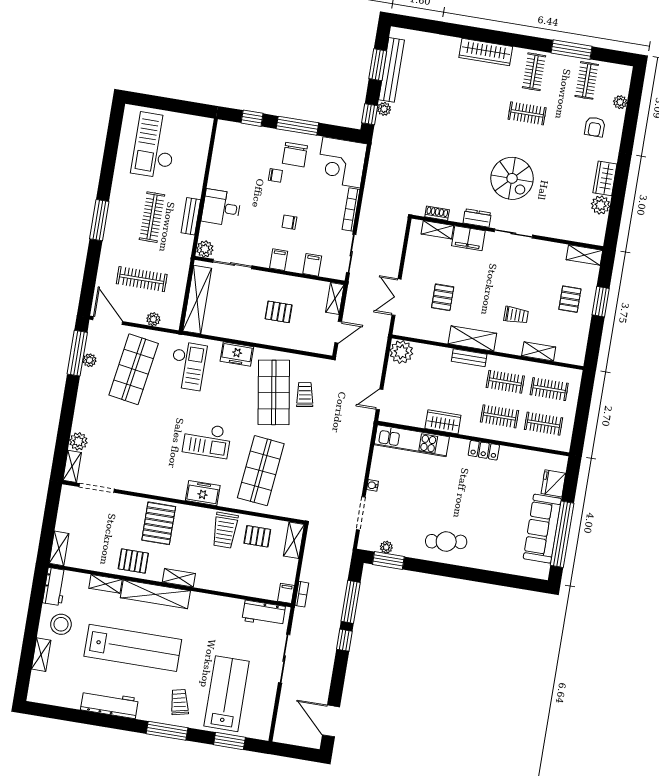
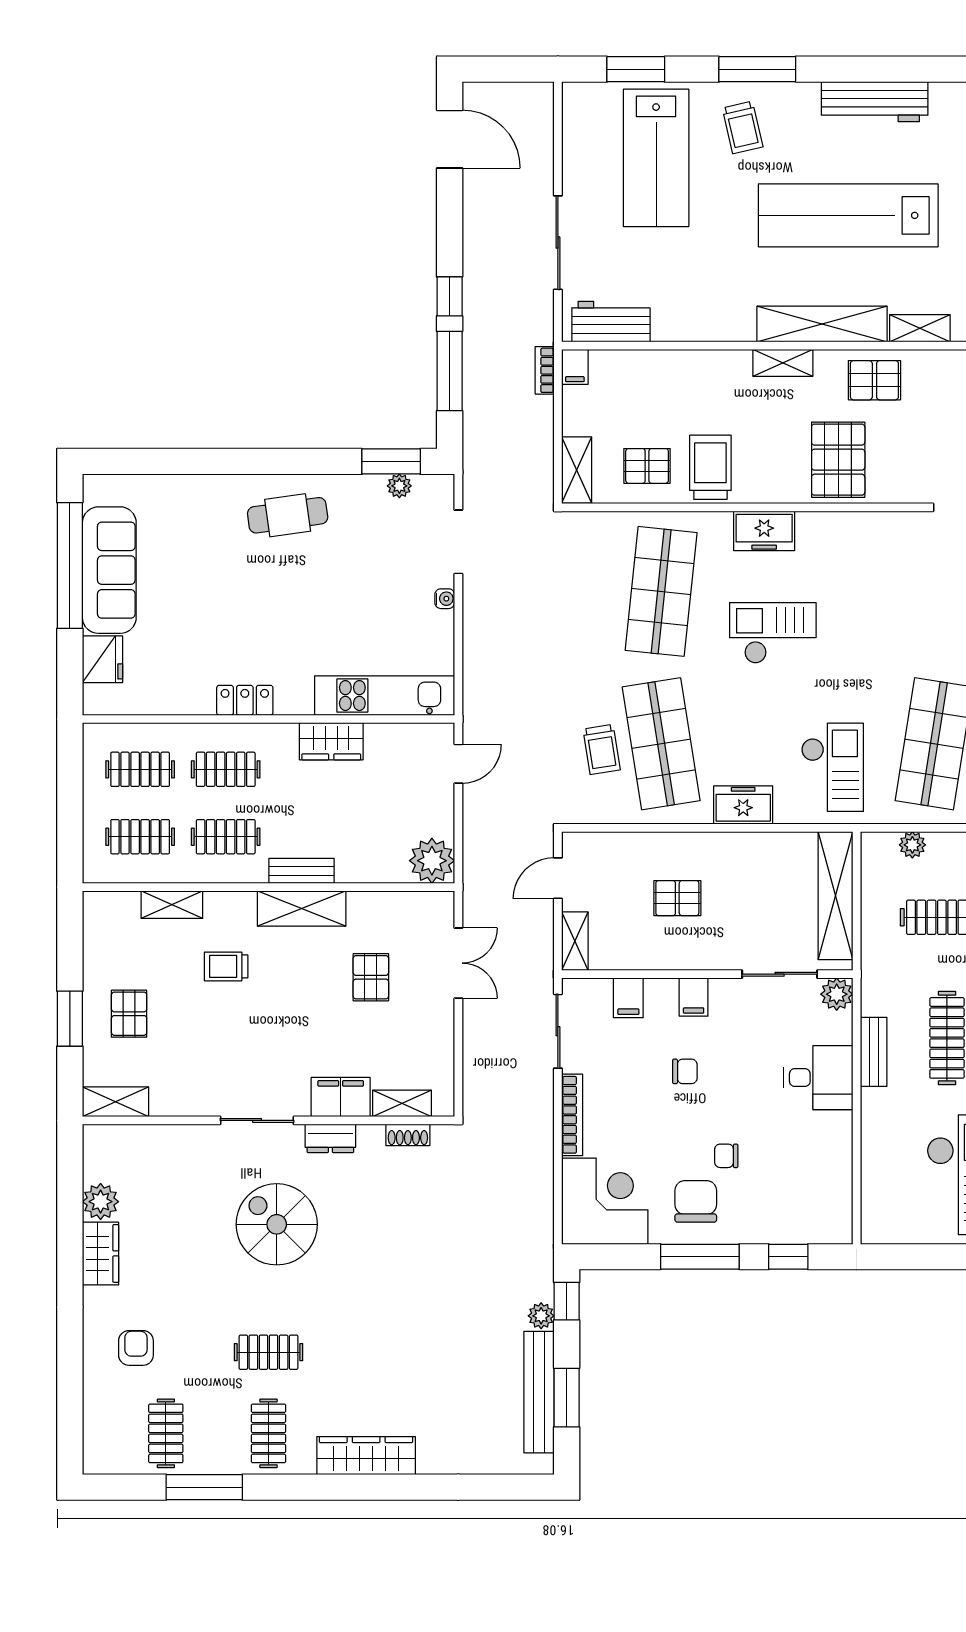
plant: (620, 102) -> (96, 1403), removed
checkout: (188, 366) -> (832, 767), turned 180

